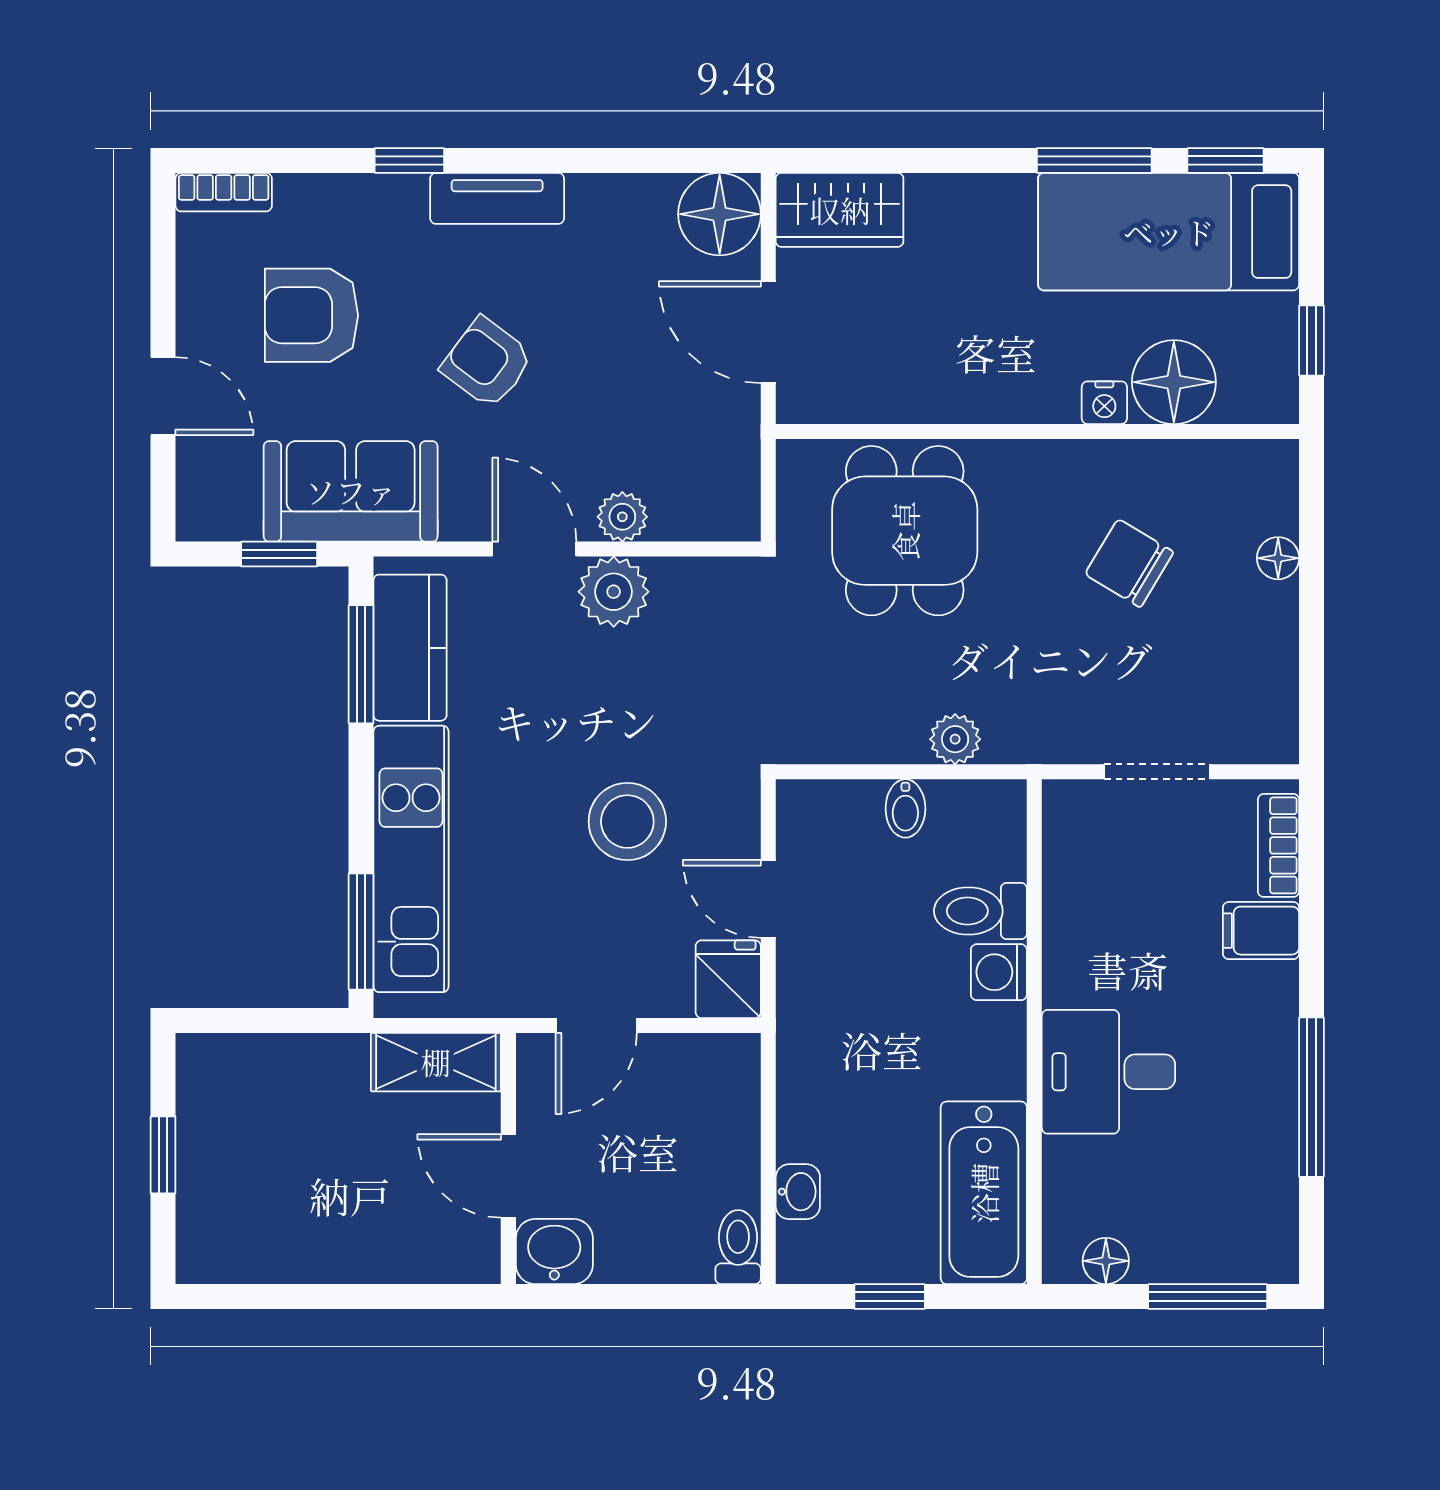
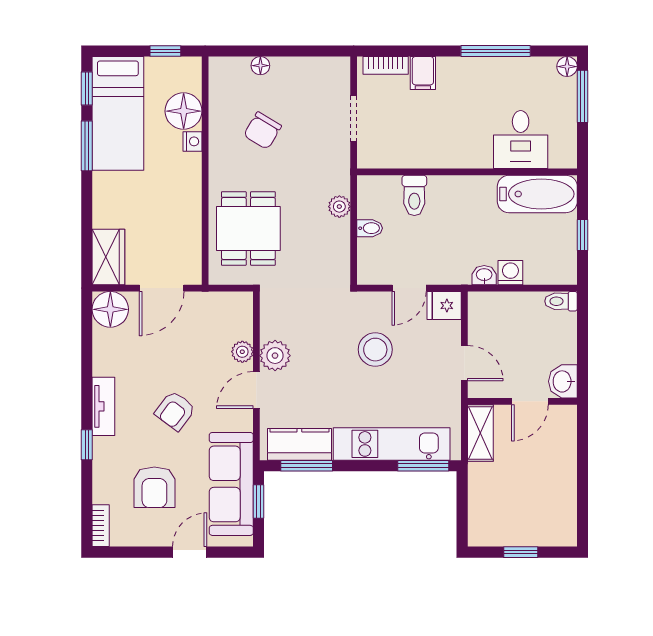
sofa: (351, 491) -> (231, 484), width x1.36
dining table: (905, 531) -> (248, 229), turned 90
washing machine: (999, 972) -> (510, 273), moved, turned 180
desk: (1108, 1072) -> (521, 140), moved
washbasin: (798, 1192) -> (484, 275), moved
floor lamp: (1106, 1261) -> (567, 67), moved

